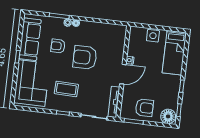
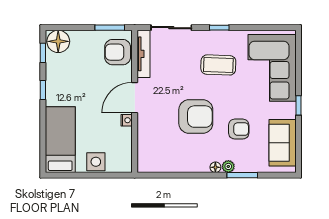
sofa: (30, 39) -> (283, 143), width x0.73
armchair: (144, 108) -> (118, 52), moved

